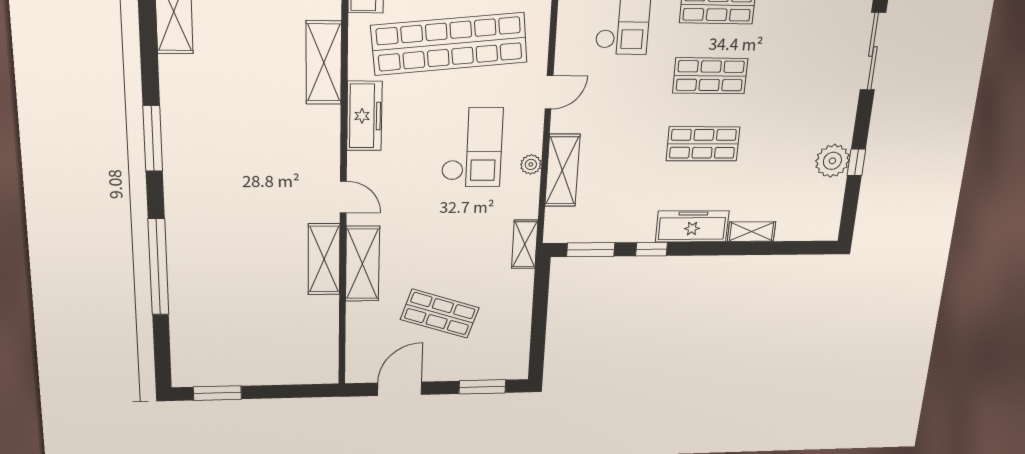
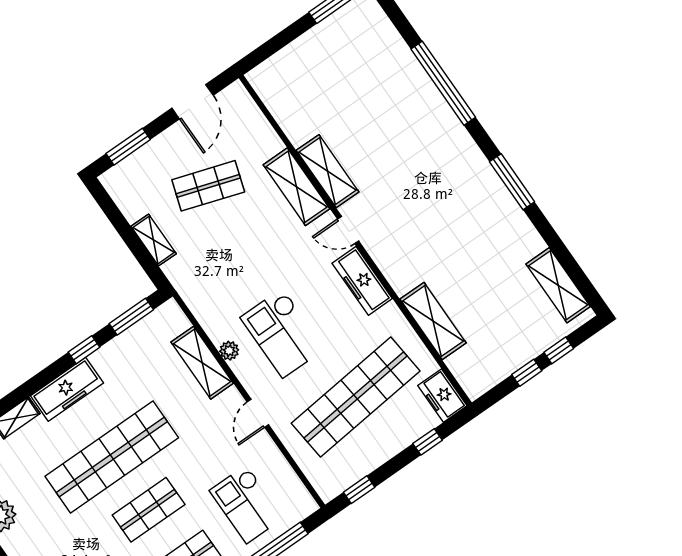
freezer: (364, 116) -> (362, 281), moved
shop shelf: (703, 144) -> (112, 457), width x2.00, depth x1.36
shelving: (525, 244) -> (154, 240), moved

